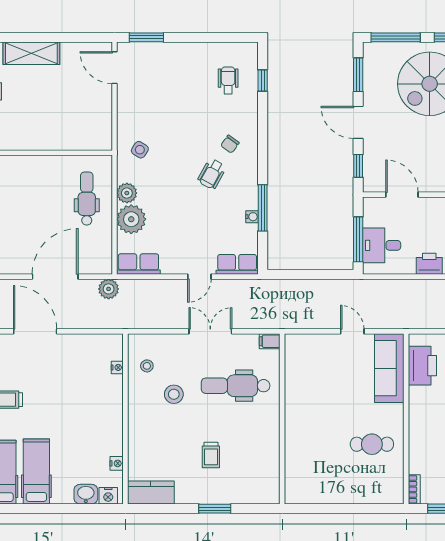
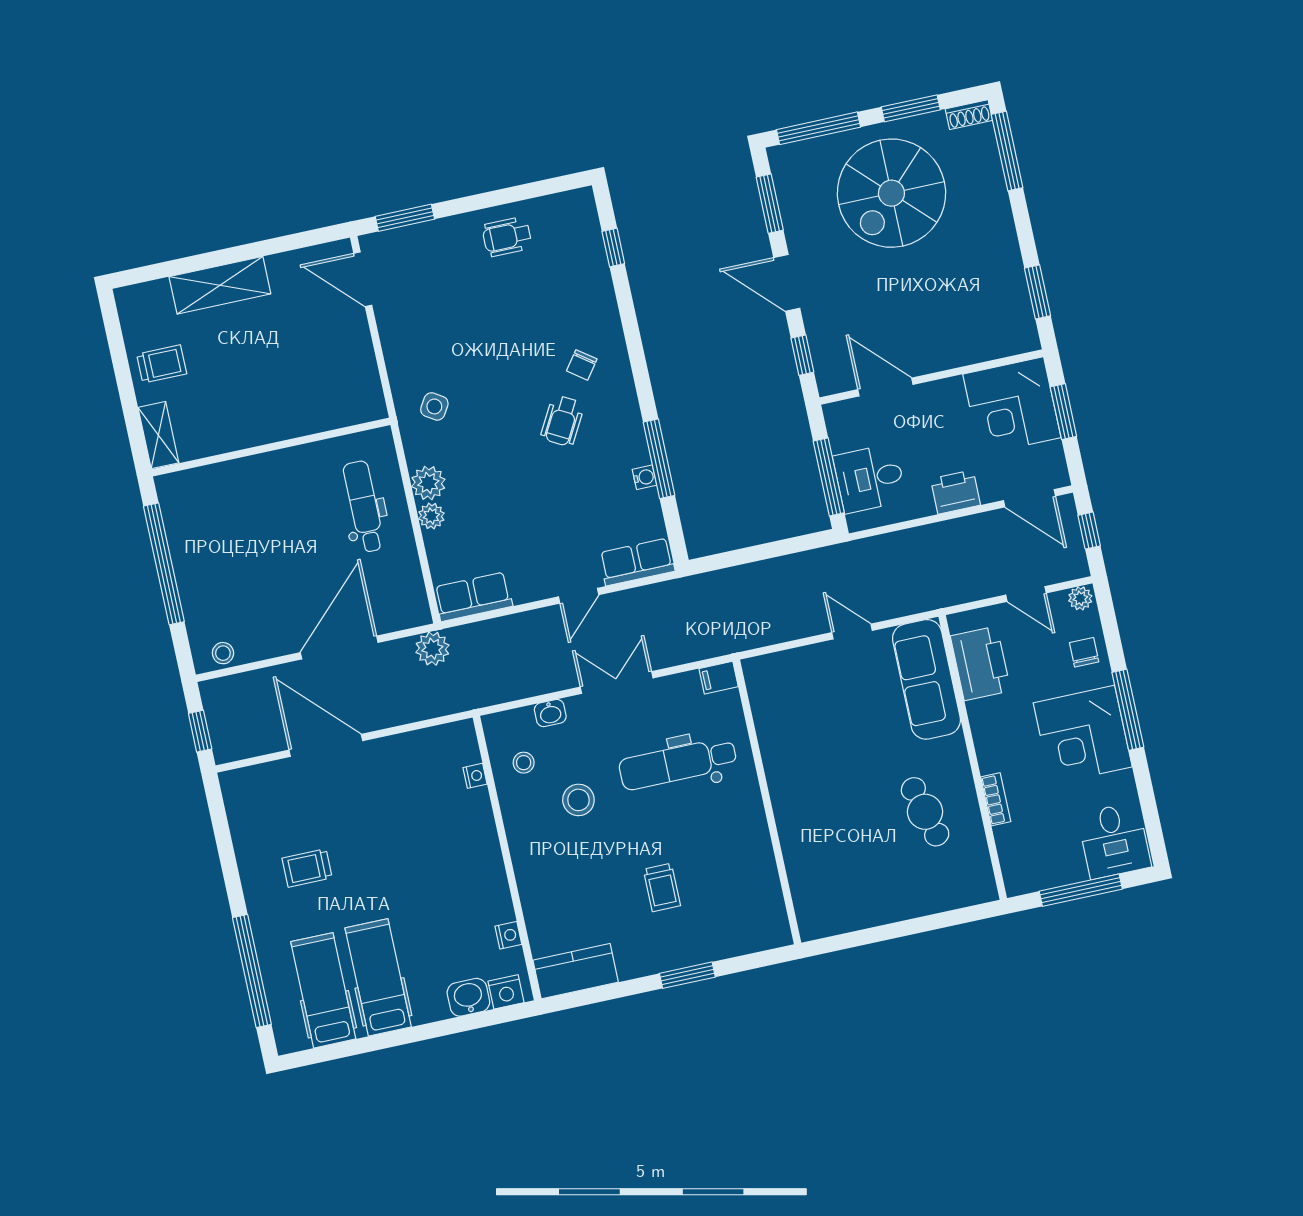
wheelchair: (228, 80) -> (507, 237), moved, turned -90
plant: (131, 219) -> (431, 516), width x0.53, depth x0.53
washbasin: (168, 341) -> (550, 713), added
cafe table: (372, 444) -> (925, 812), turned 75
bookcase: (414, 489) -> (996, 799), moved

